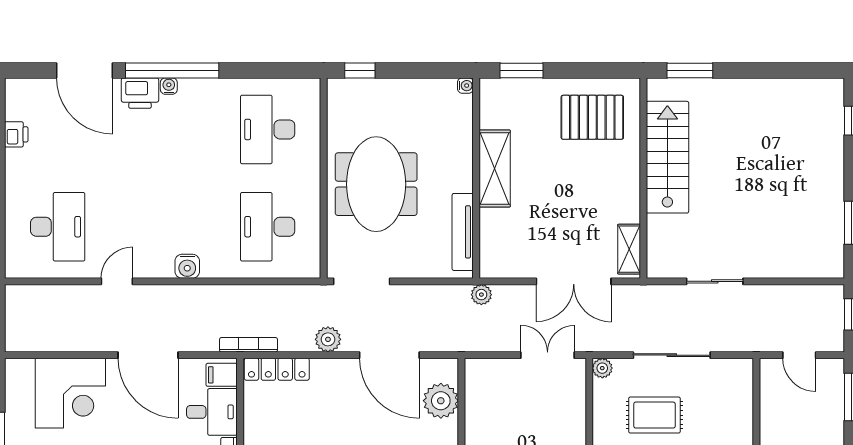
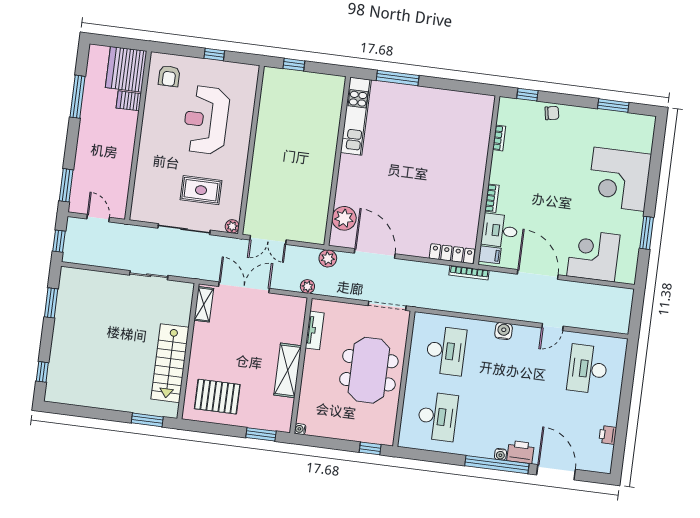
tv unit: (463, 232) -> (315, 330), width x0.71
plant: (328, 339) -> (328, 258), moved

